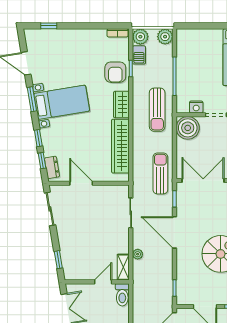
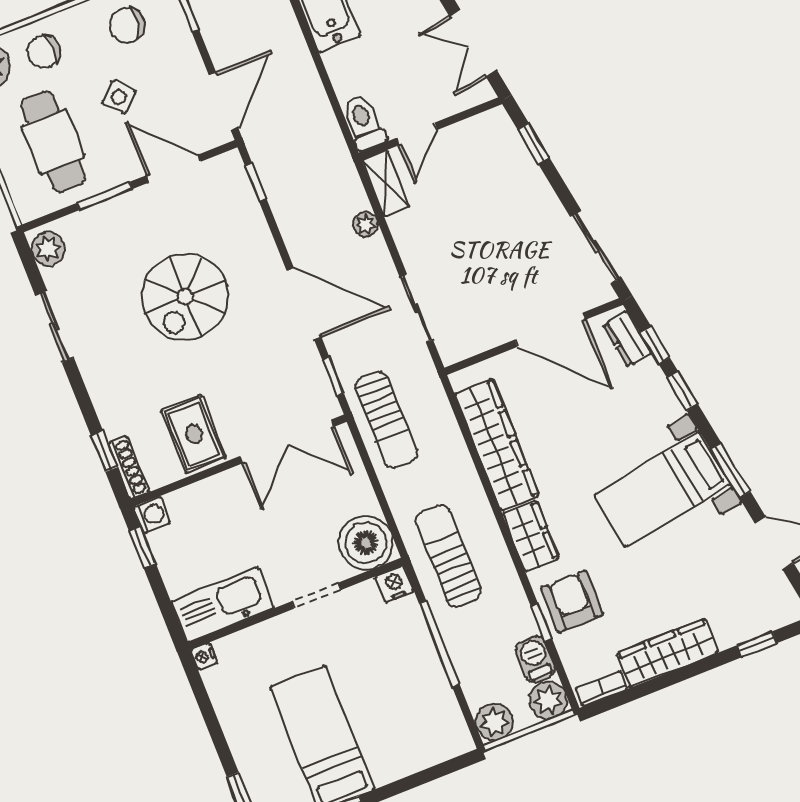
wardrobe: (86, 37) -> (667, 653), added
nightstand: (196, 107) -> (395, 584), moved
door: (81, 183) -> (550, 330), width x1.36

